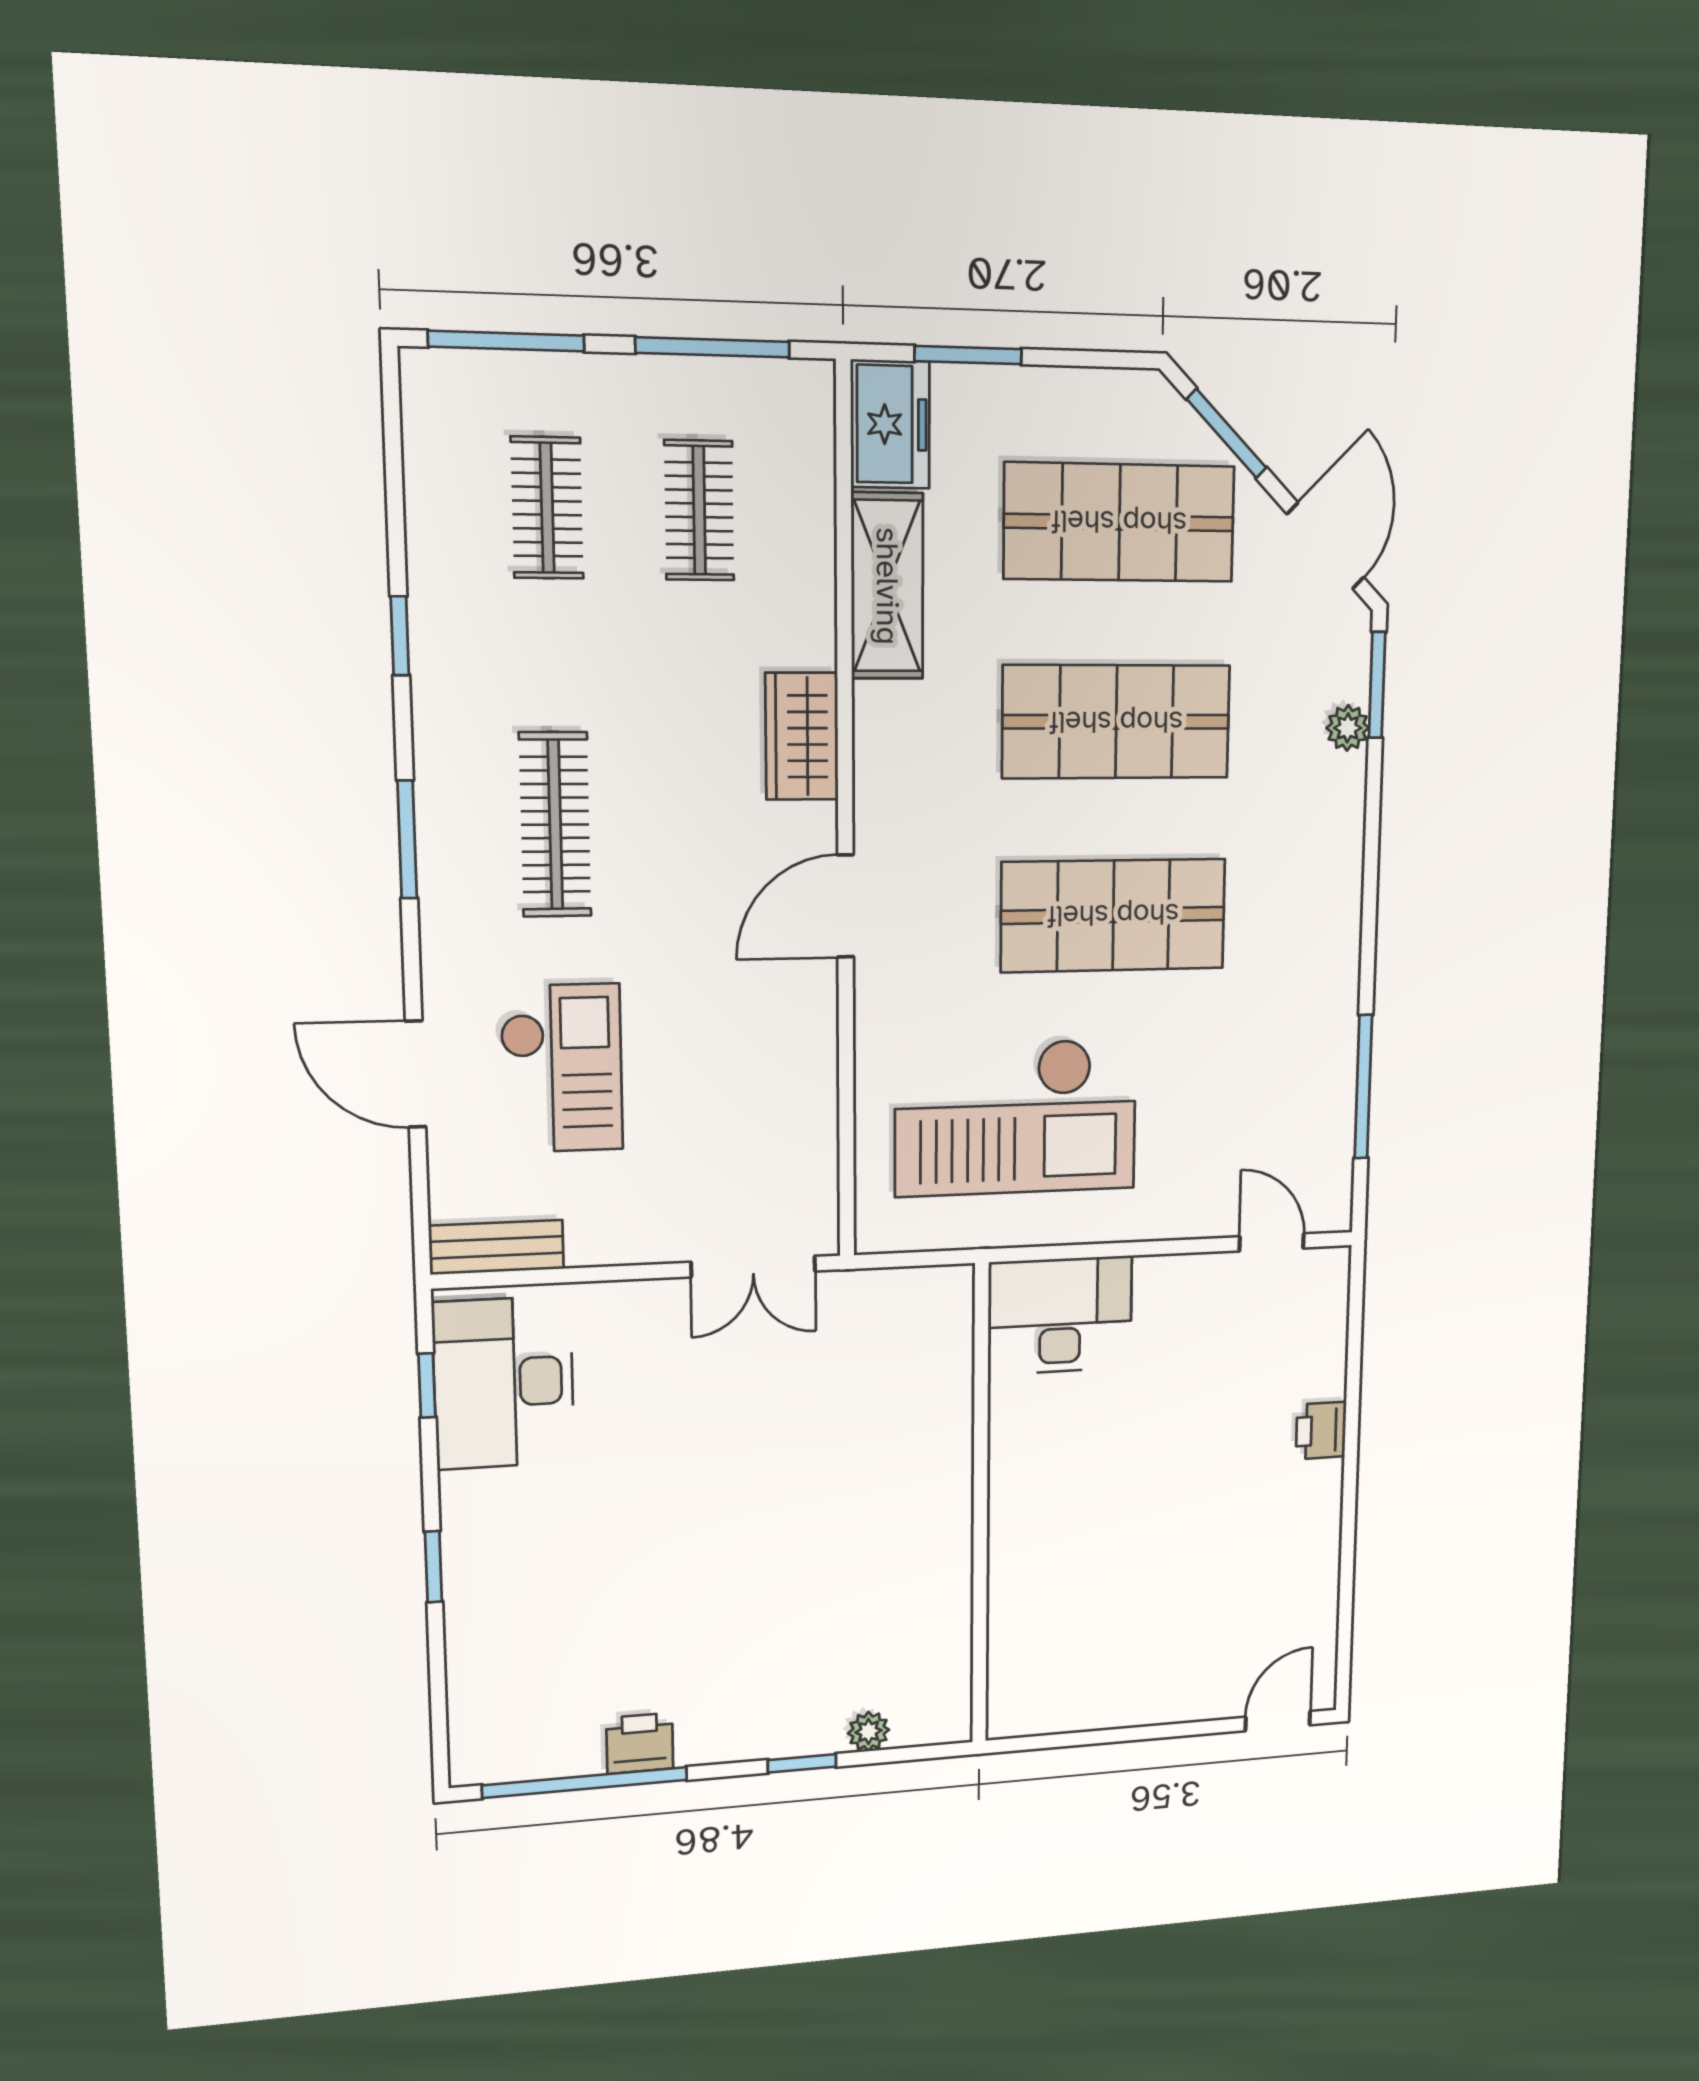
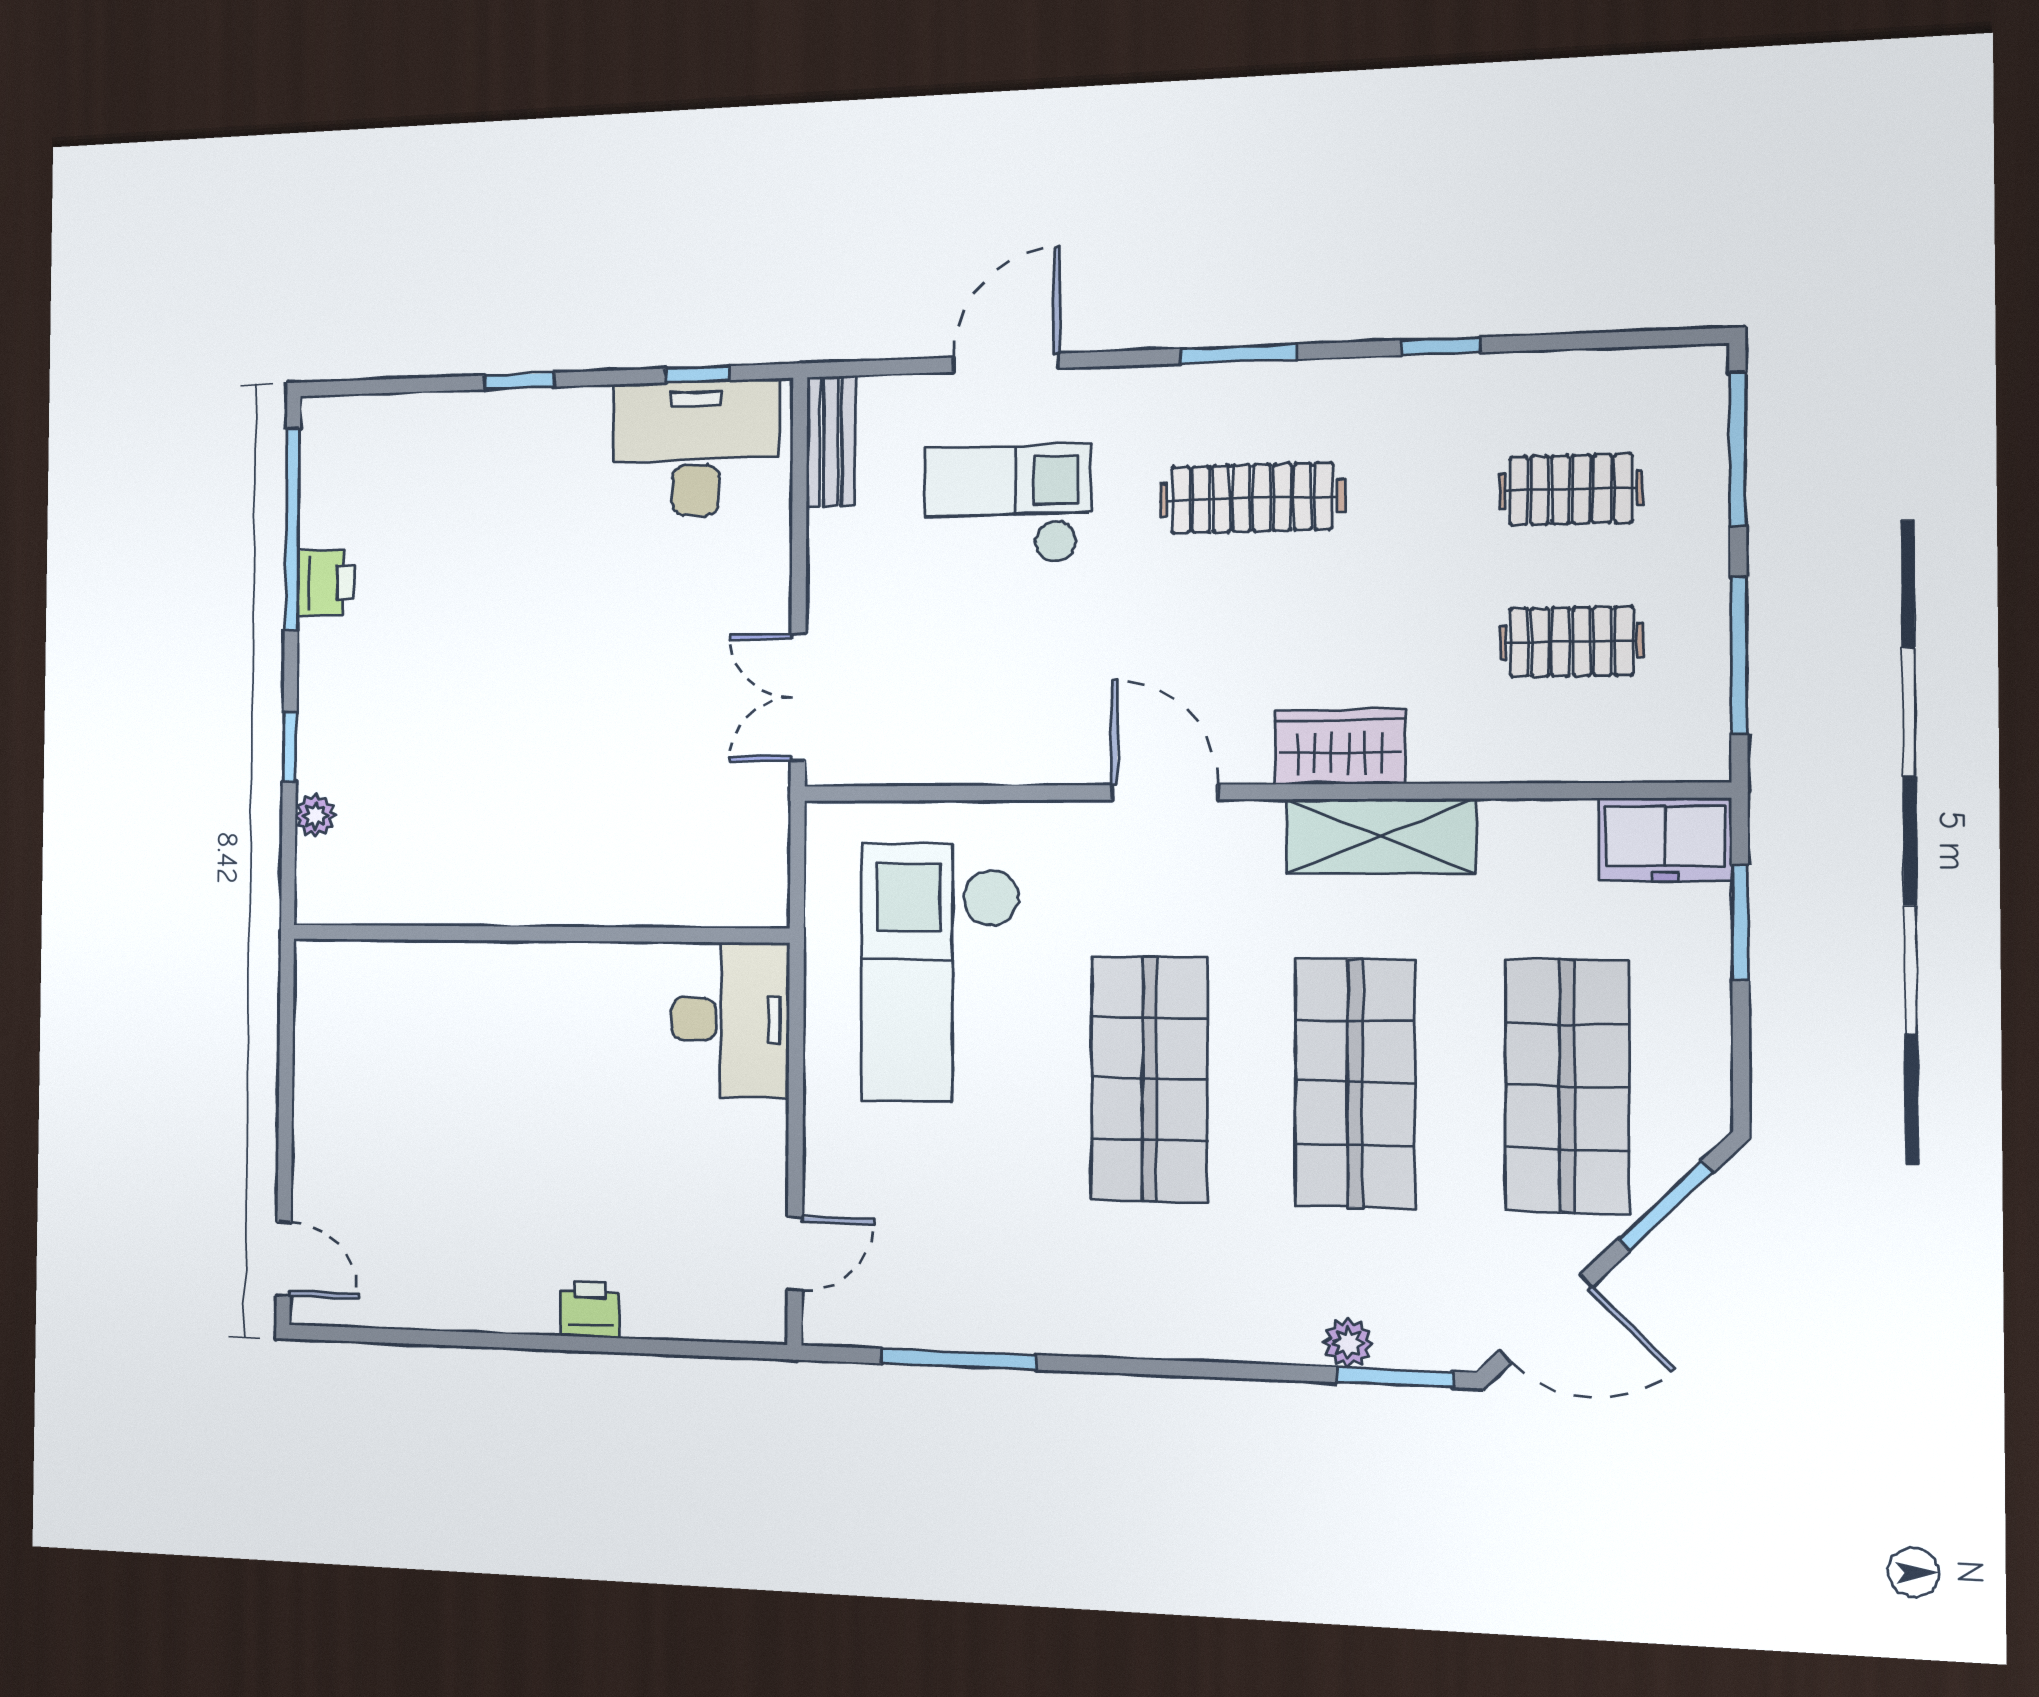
shelving: (887, 586) -> (1381, 836), moved
checkout: (562, 1068) -> (1007, 505), turned 180

